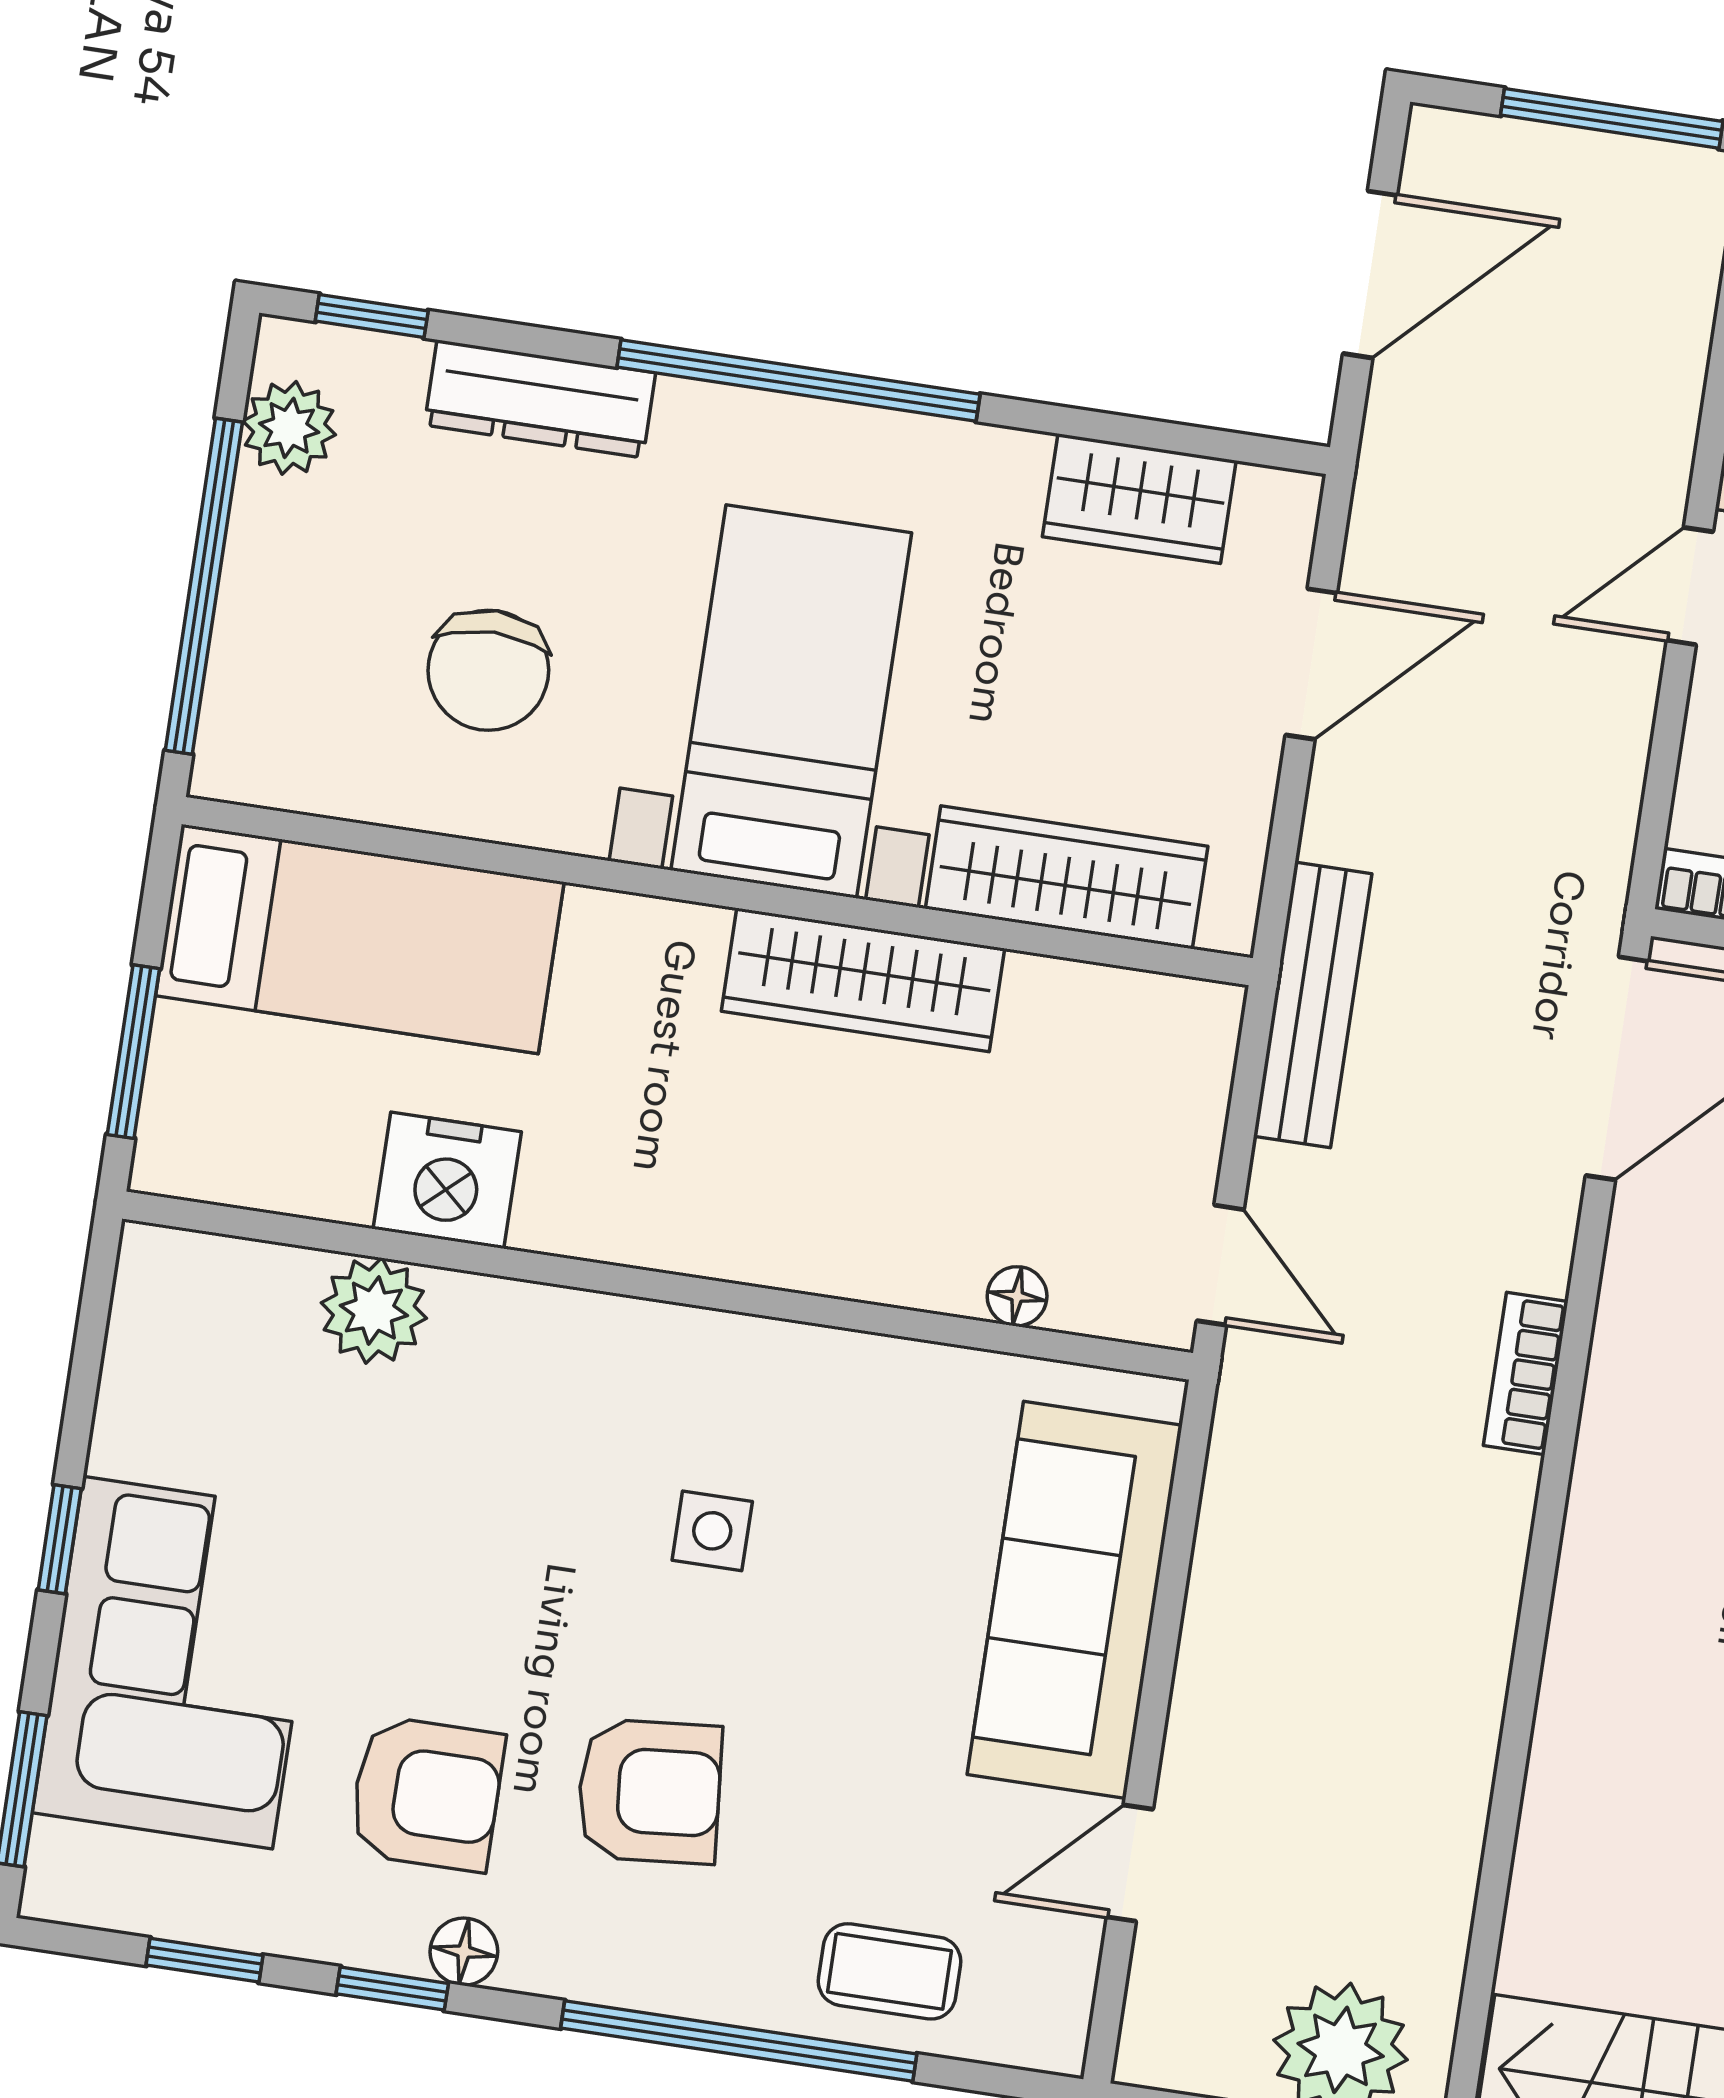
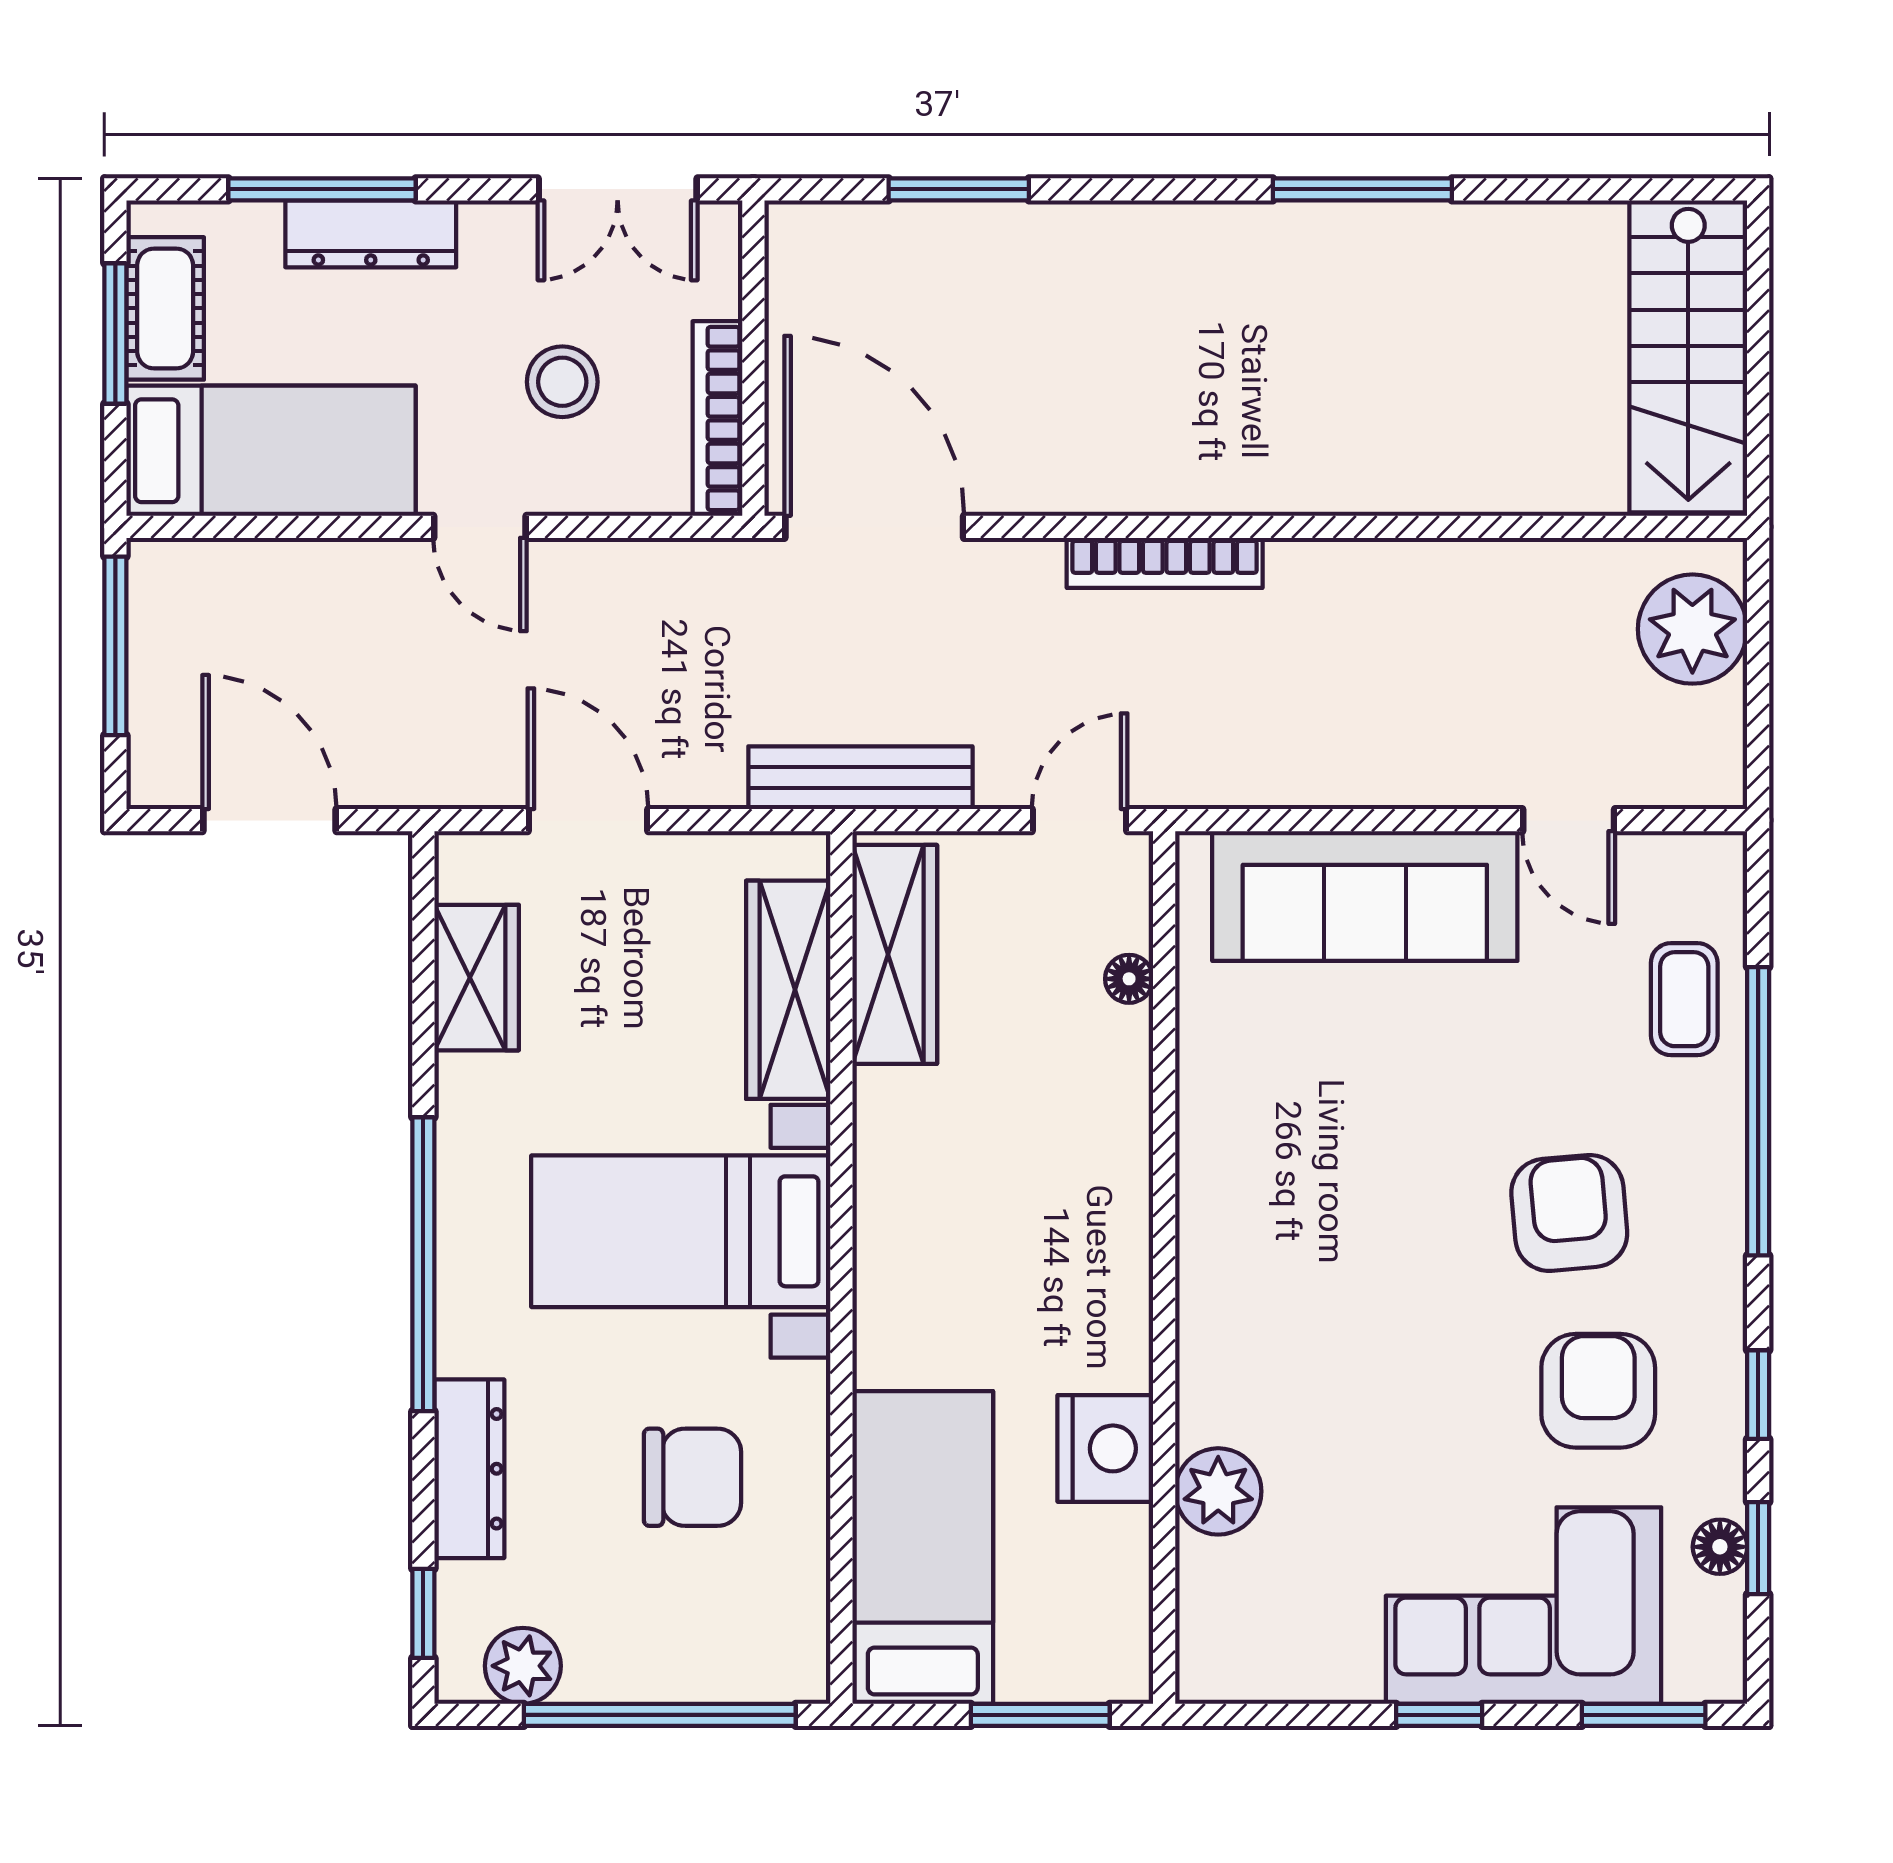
wardrobe: (863, 980) -> (895, 954), moved
bookcase: (1526, 1374) -> (1165, 563), width x1.56
side table: (712, 1531) -> (1353, 1194), removed
floor lamp: (464, 1952) -> (1720, 1547), moved

